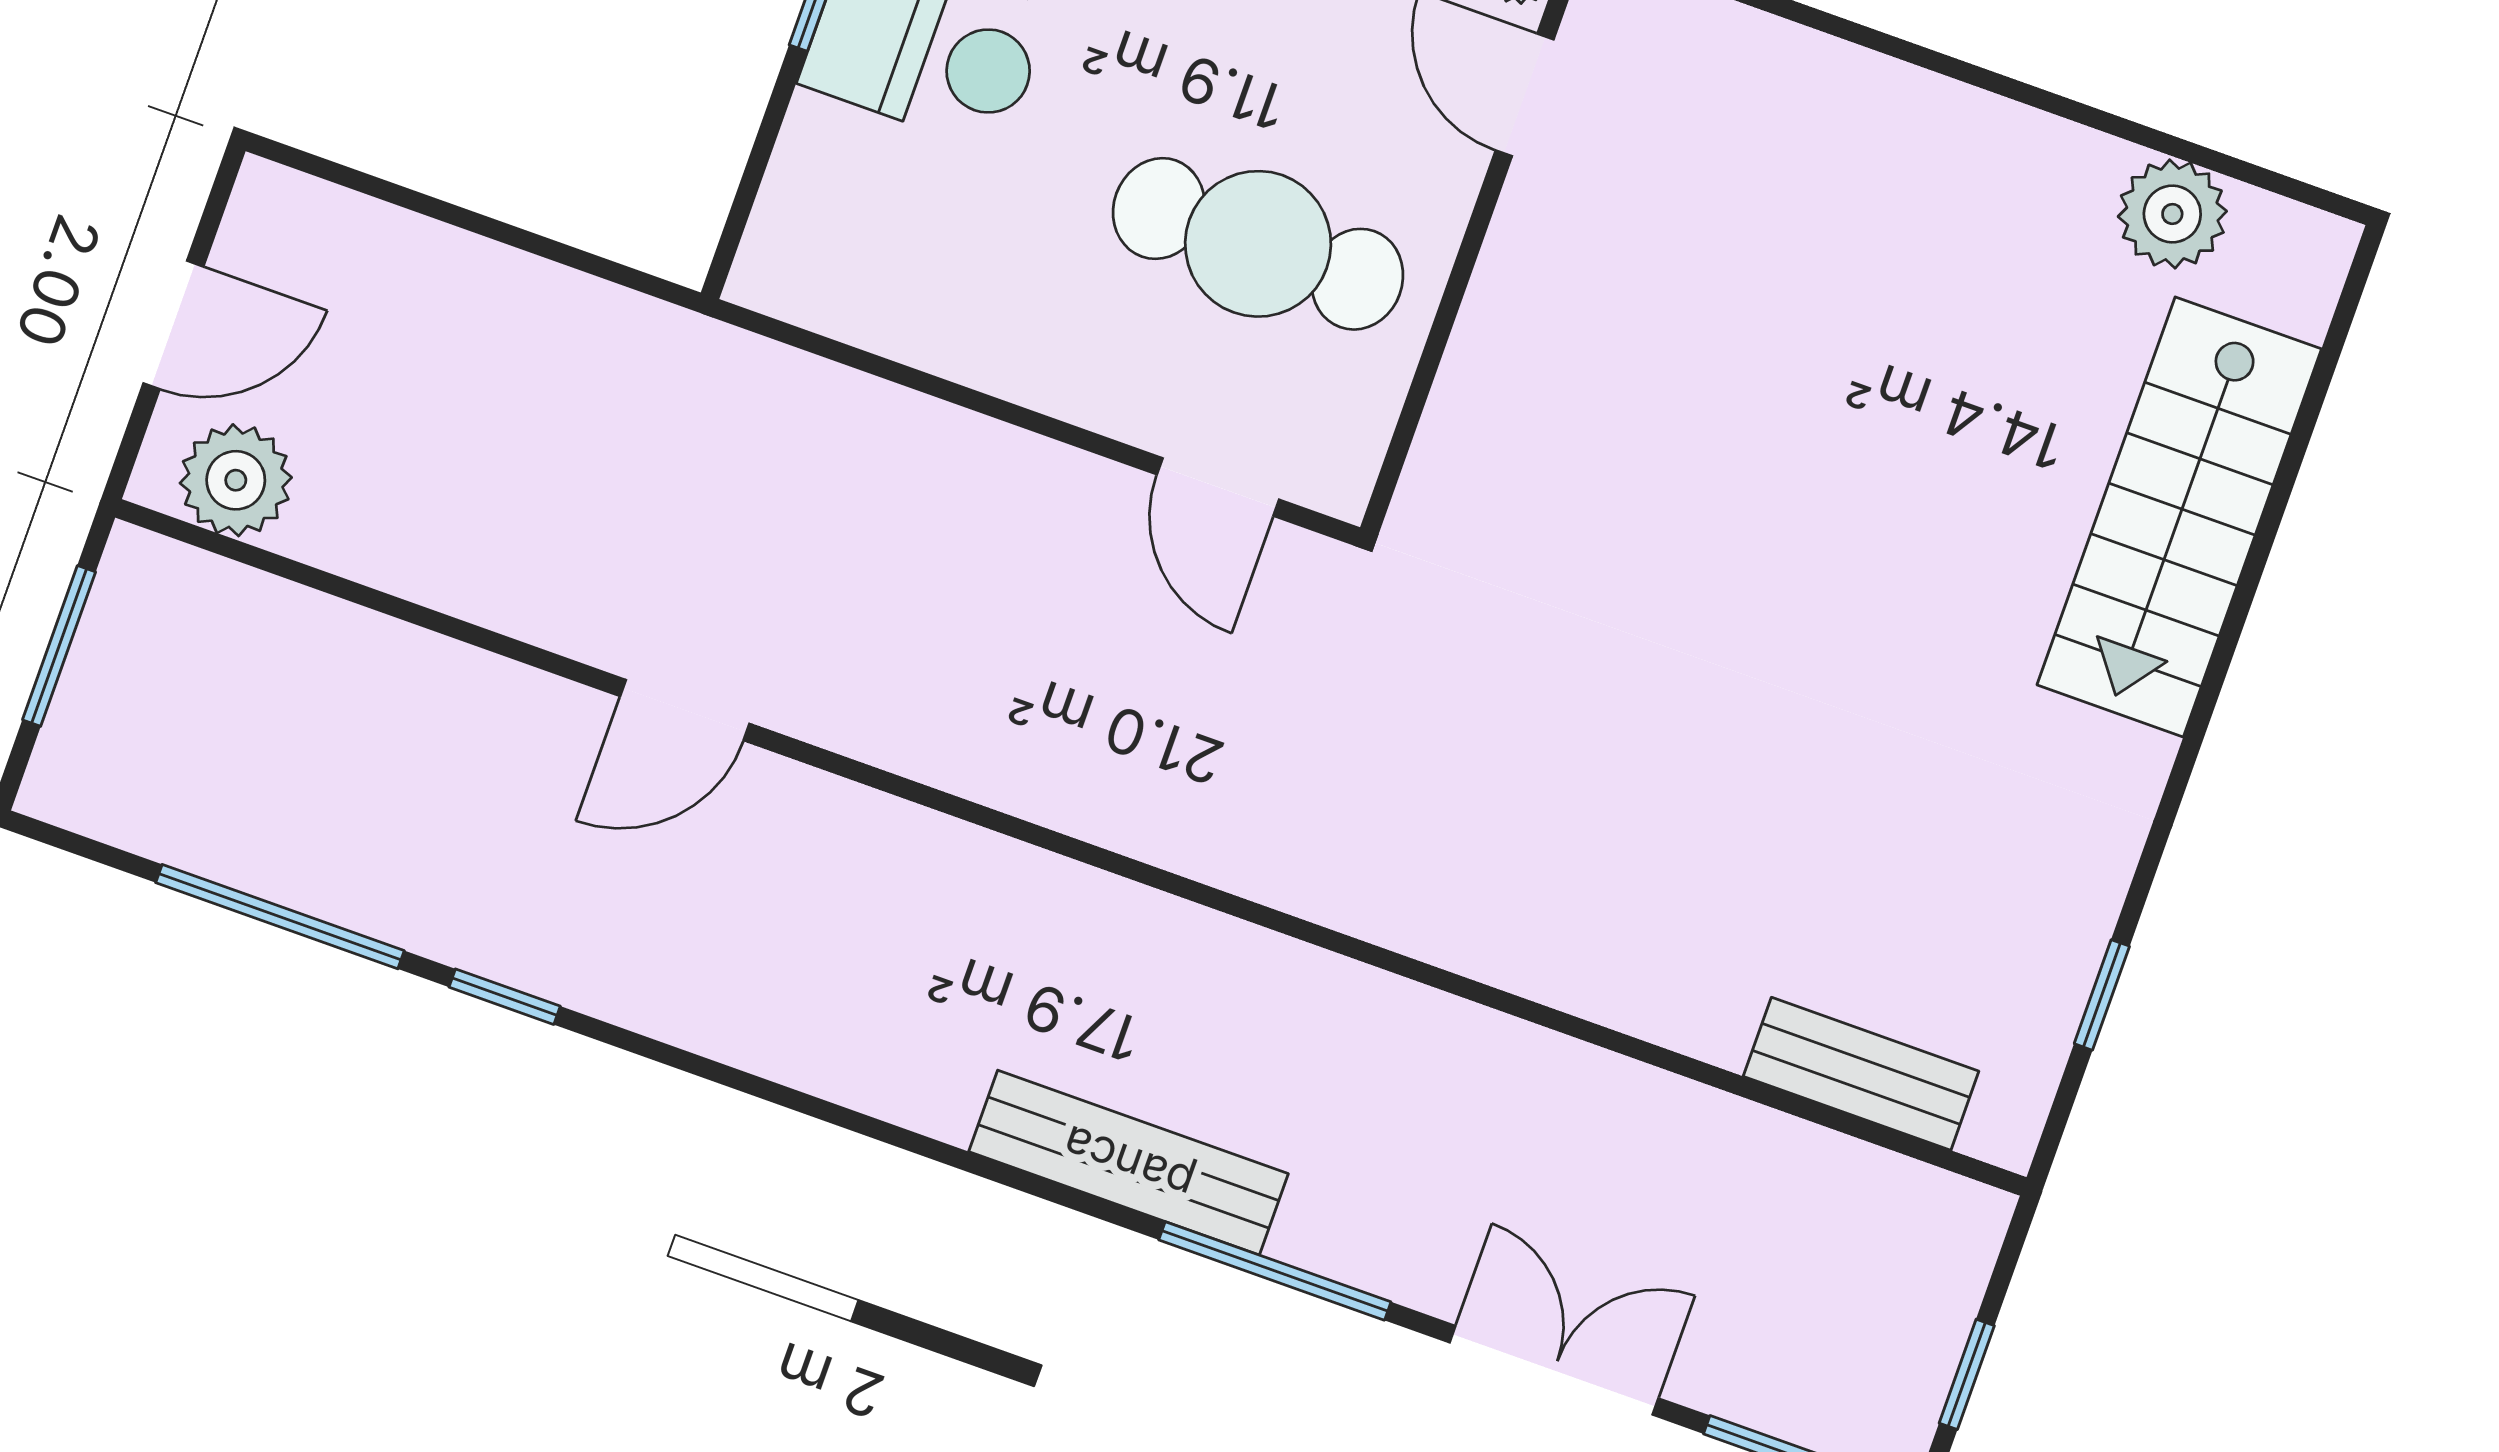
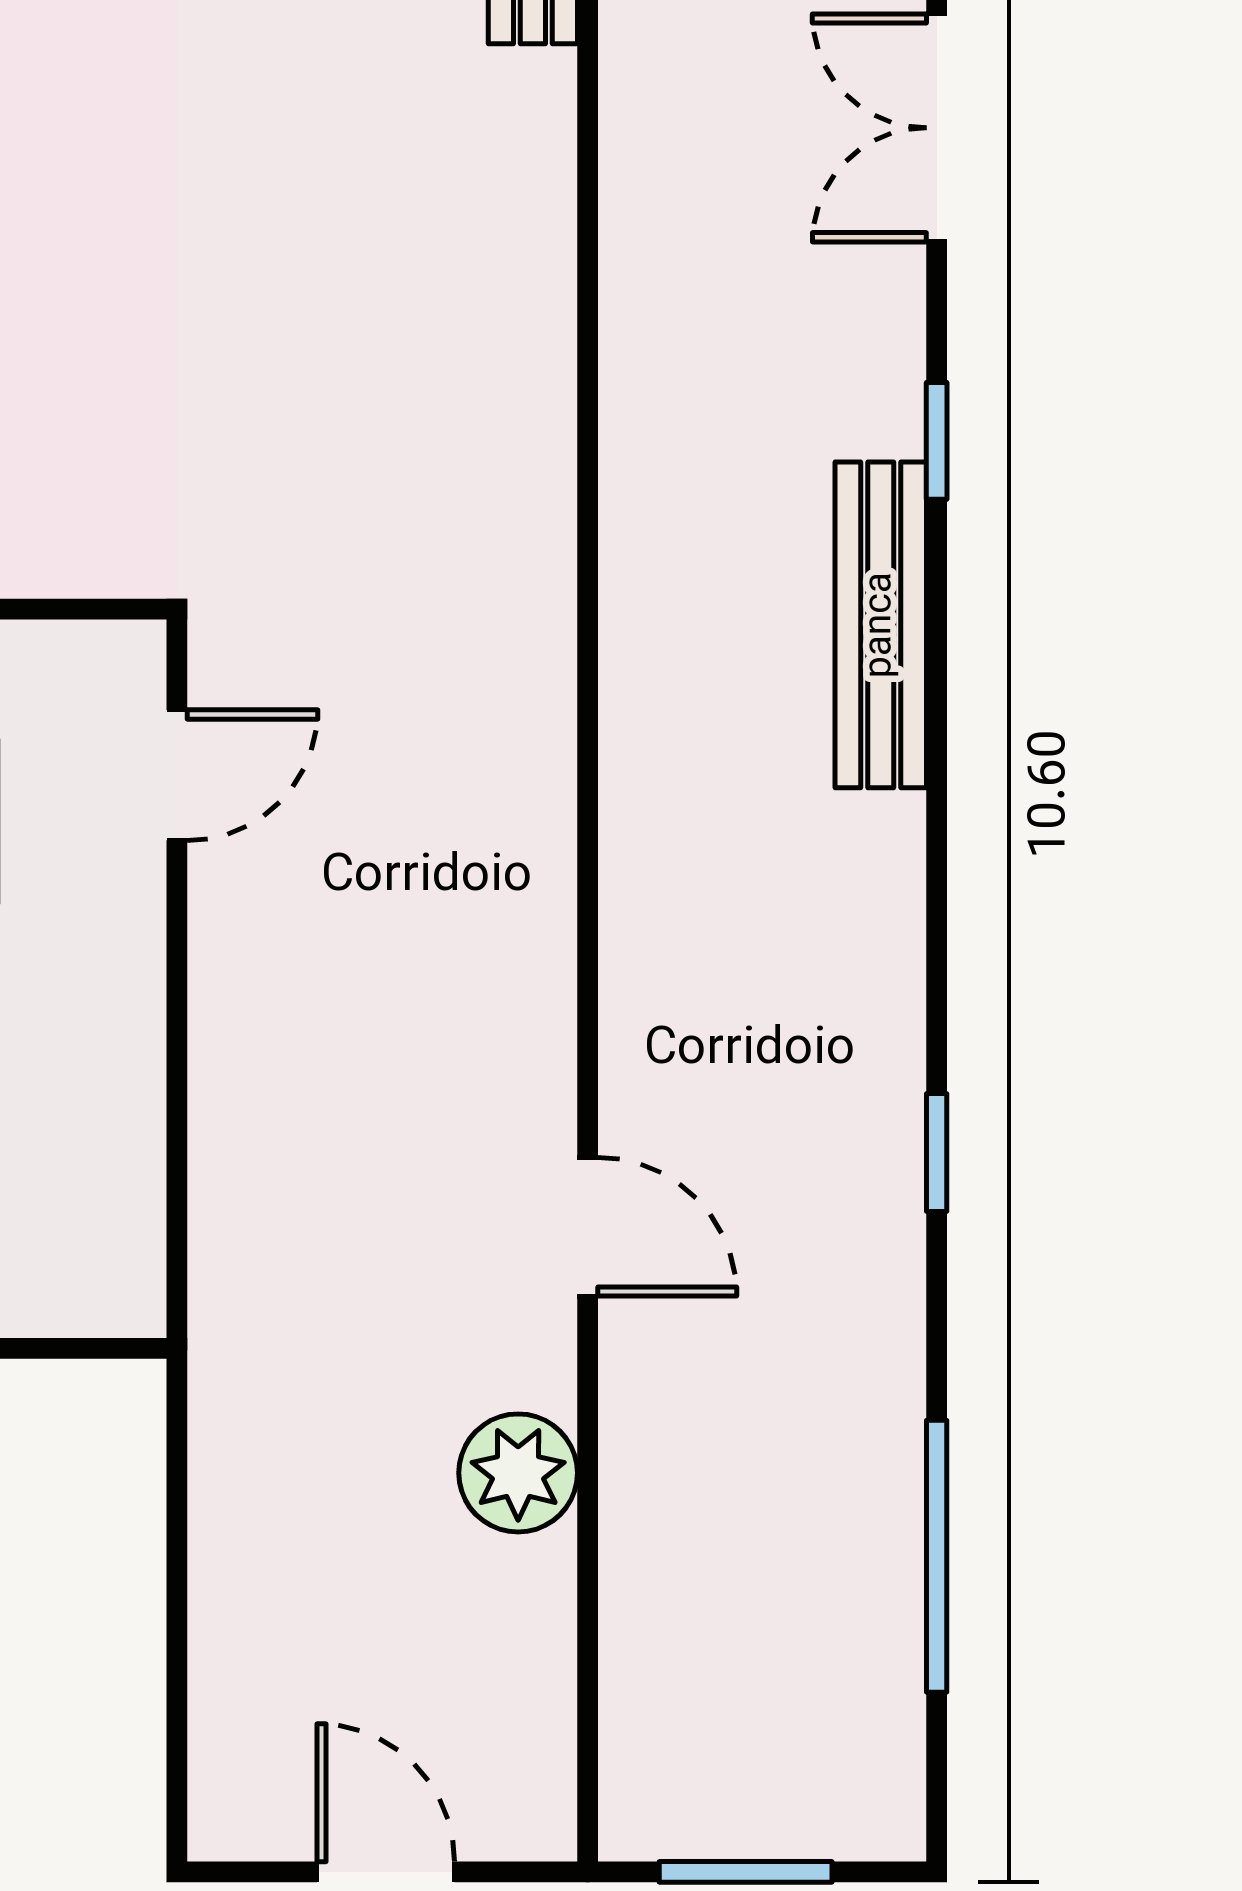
plant: (236, 480) -> (518, 1473), moved
window: (505, 997) -> (937, 1152), moved
window: (1275, 1271) -> (937, 441), width x0.46

